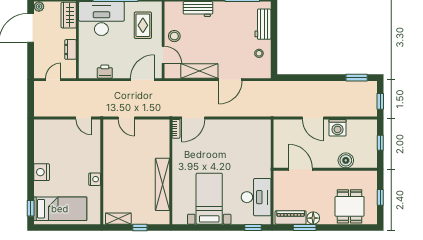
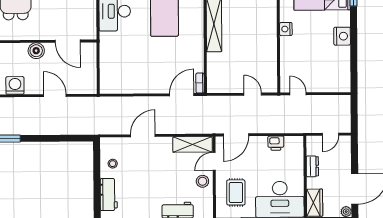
door: (163, 55) -> (214, 161), hinge flipped
shelving: (199, 71) -> (192, 144), moved
washing machine: (338, 128) -> (15, 85), moved
boiler: (346, 160) -> (36, 51), moved

